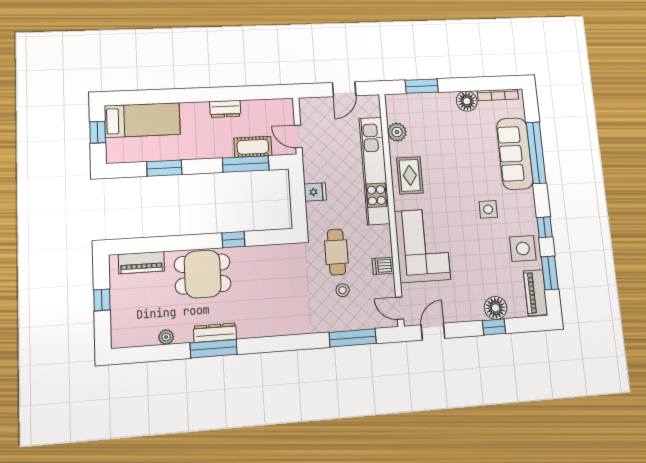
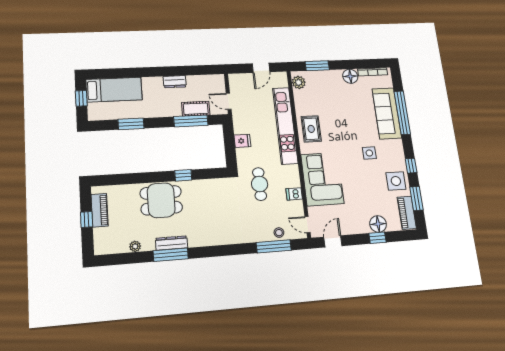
plant: (397, 132) -> (299, 82), moved
piano: (141, 263) -> (100, 210), moved, turned -90
stool: (343, 290) -> (279, 233), moved

